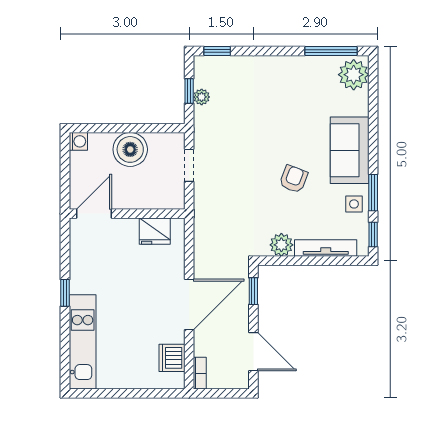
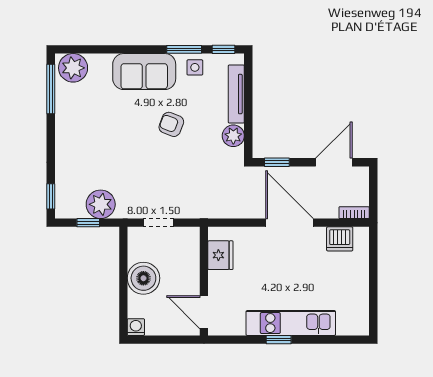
plant: (202, 97) -> (101, 204), width x1.88, depth x1.88
kitchen unit: (83, 342) -> (291, 323), moved

